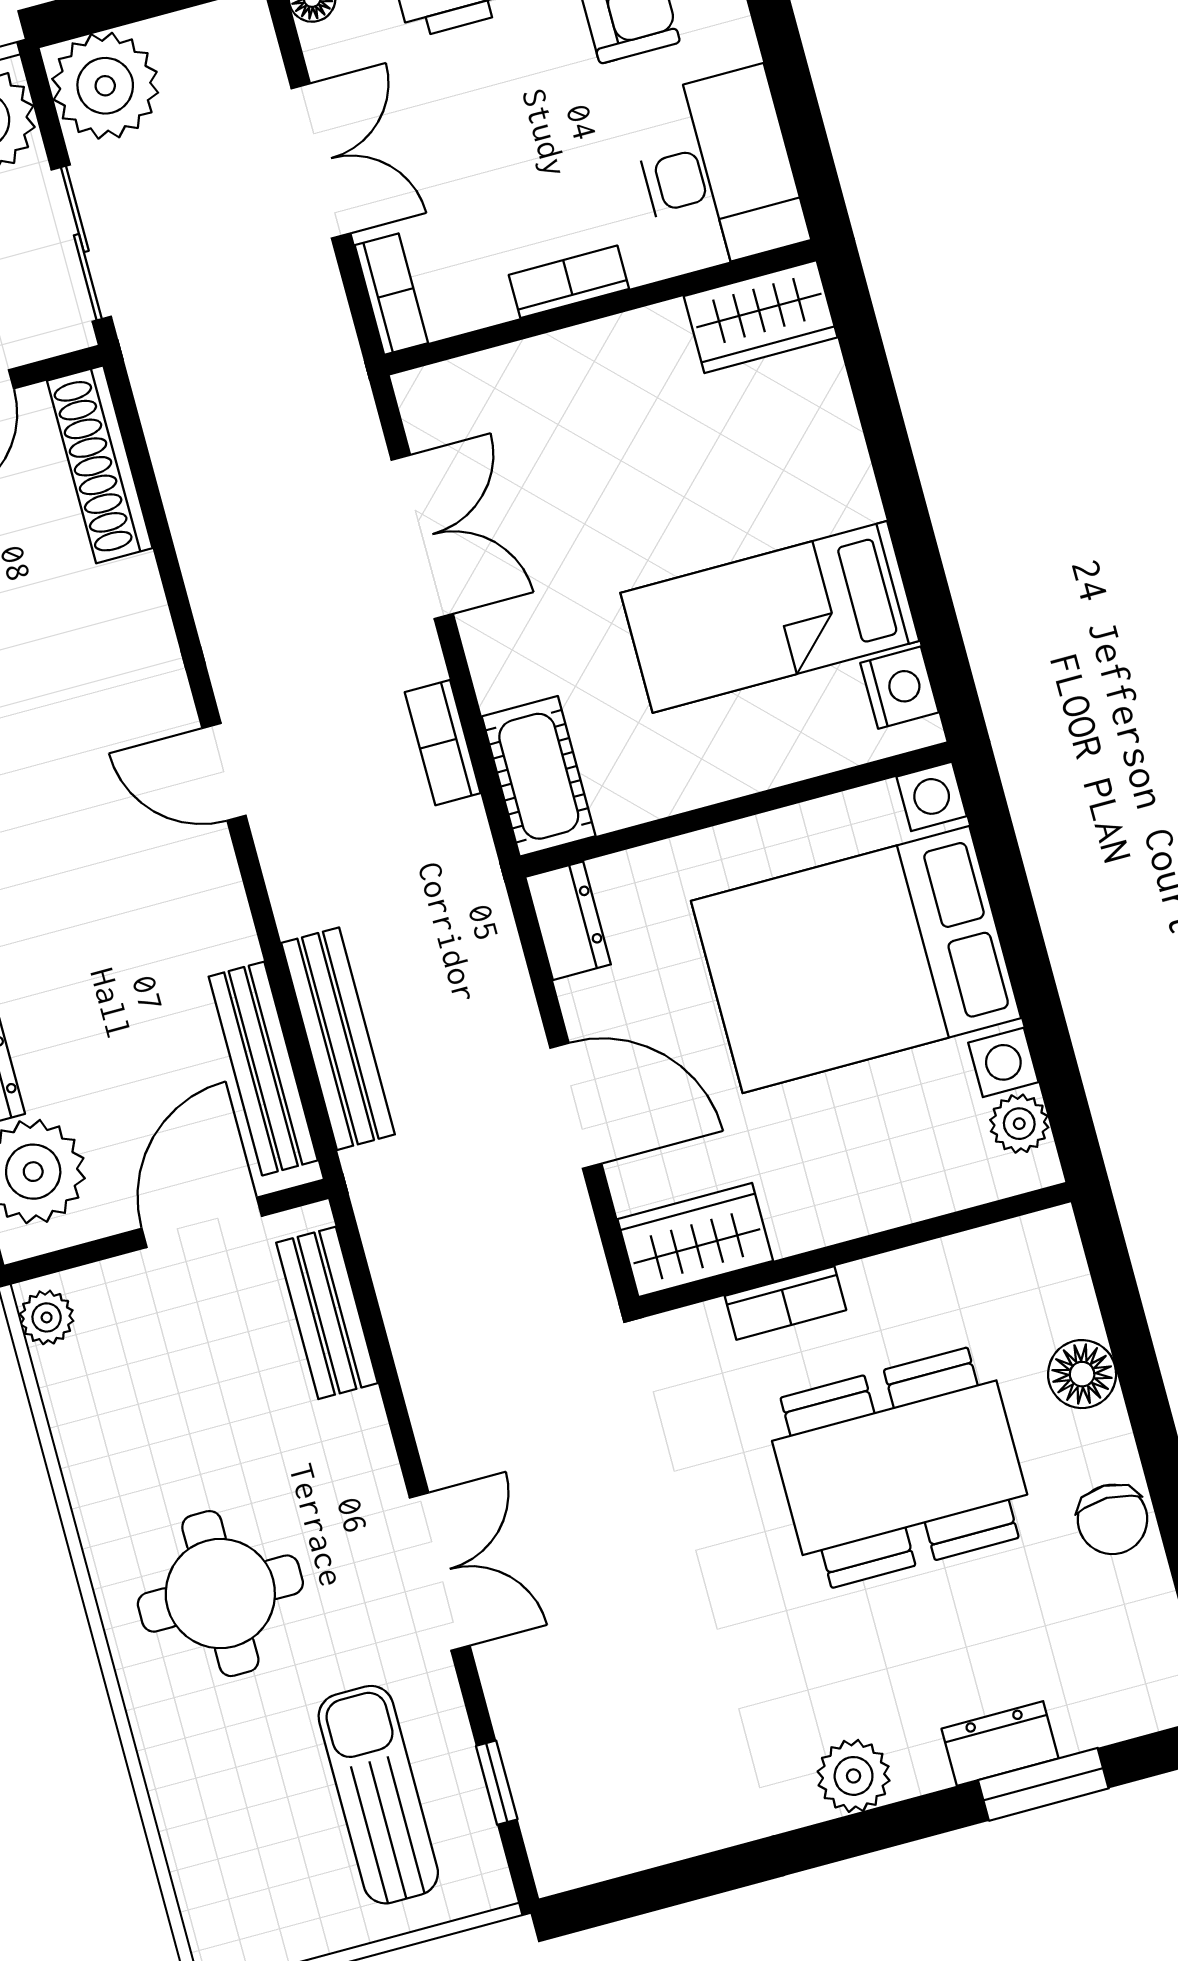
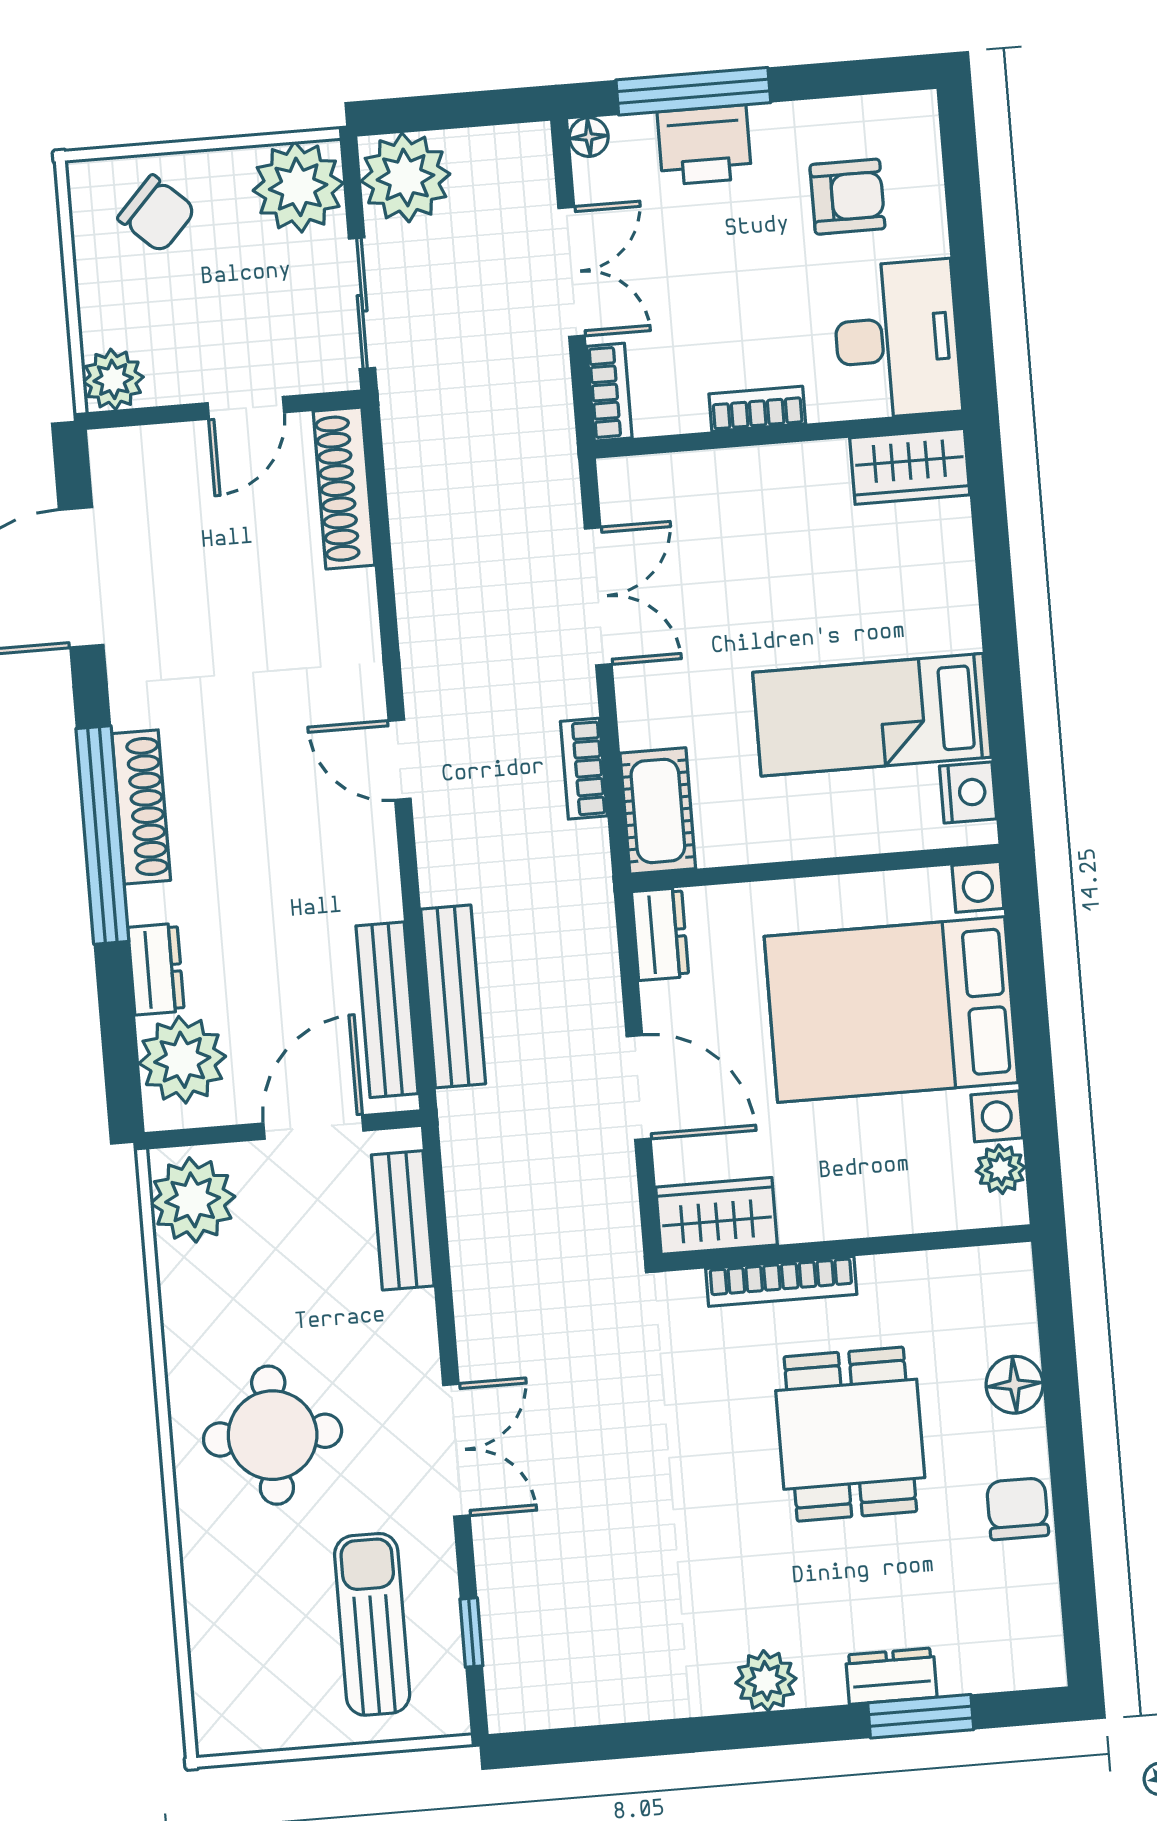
bookcase: (785, 1303) -> (781, 1281), width x1.56
plant: (47, 1317) -> (193, 1200), width x1.88, depth x1.88
dining table: (900, 1468) -> (850, 1434), width x0.73
chair: (1112, 1519) -> (1018, 1509), turned 180

